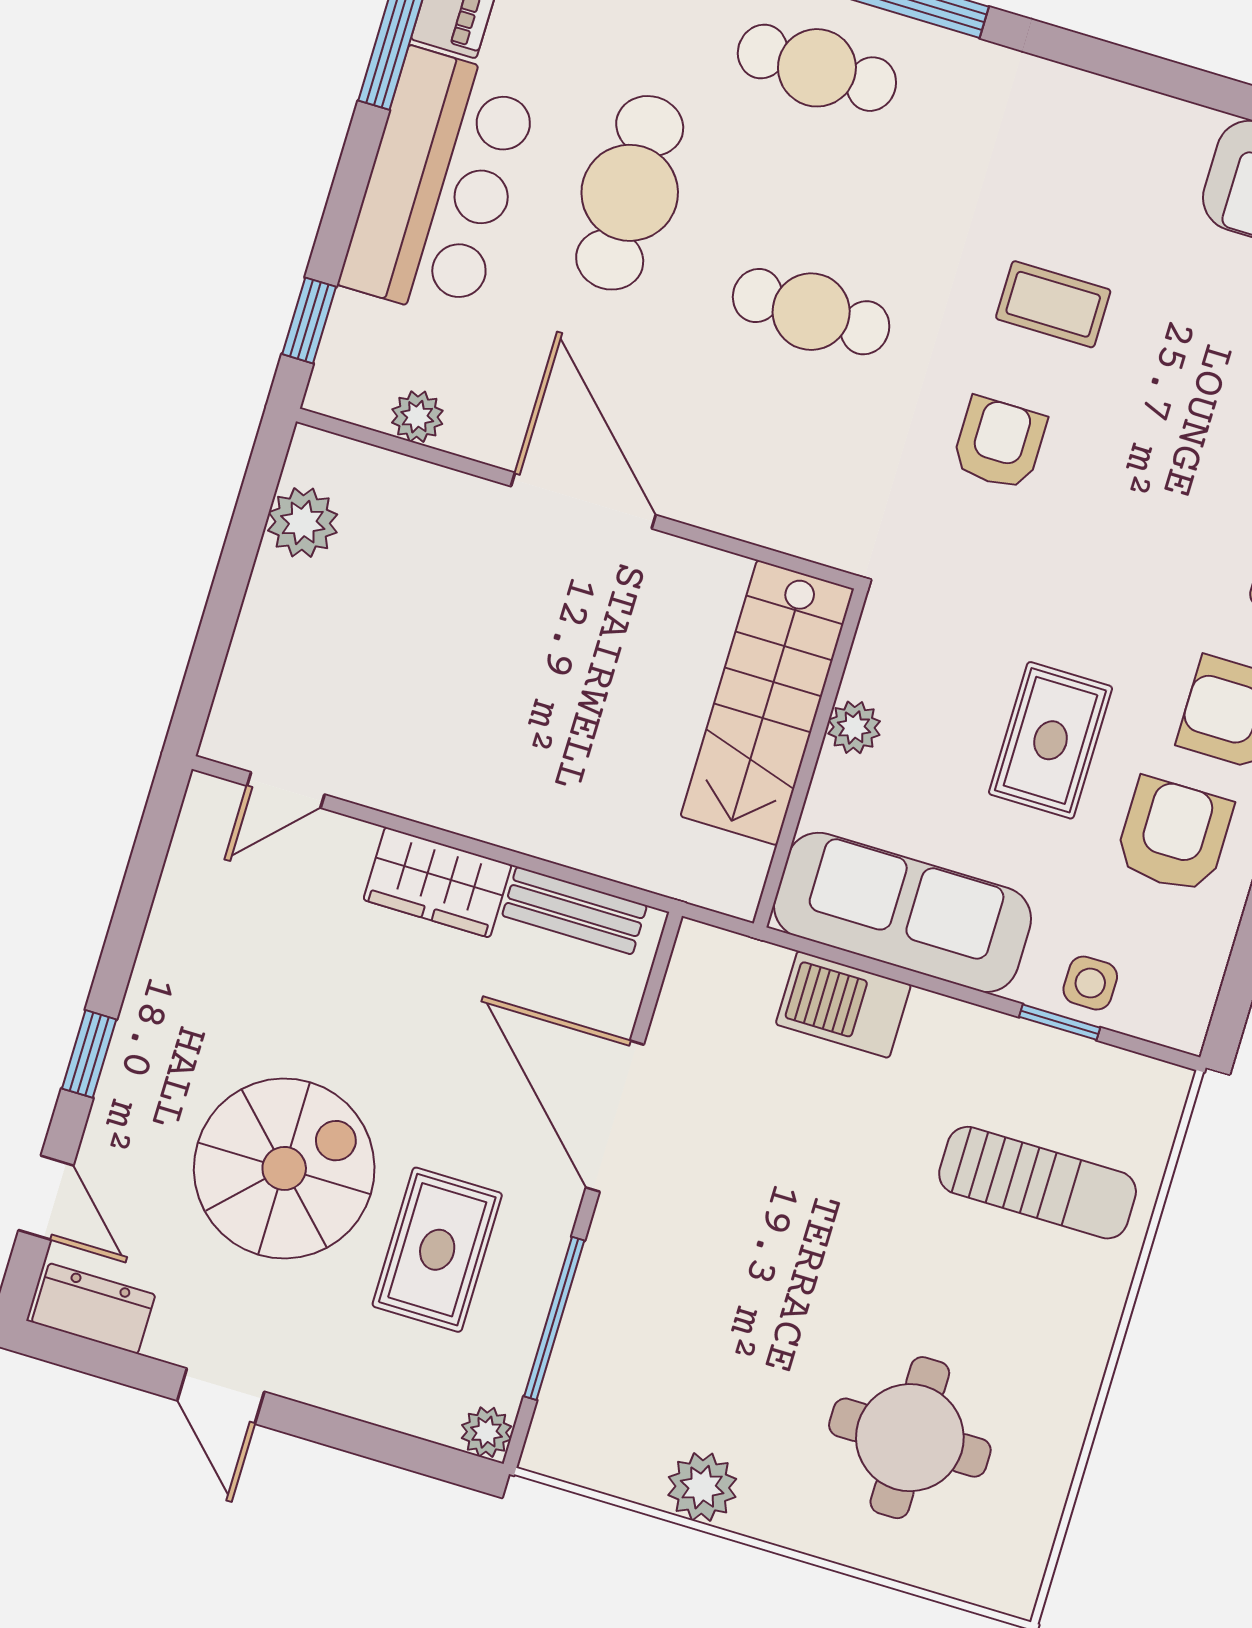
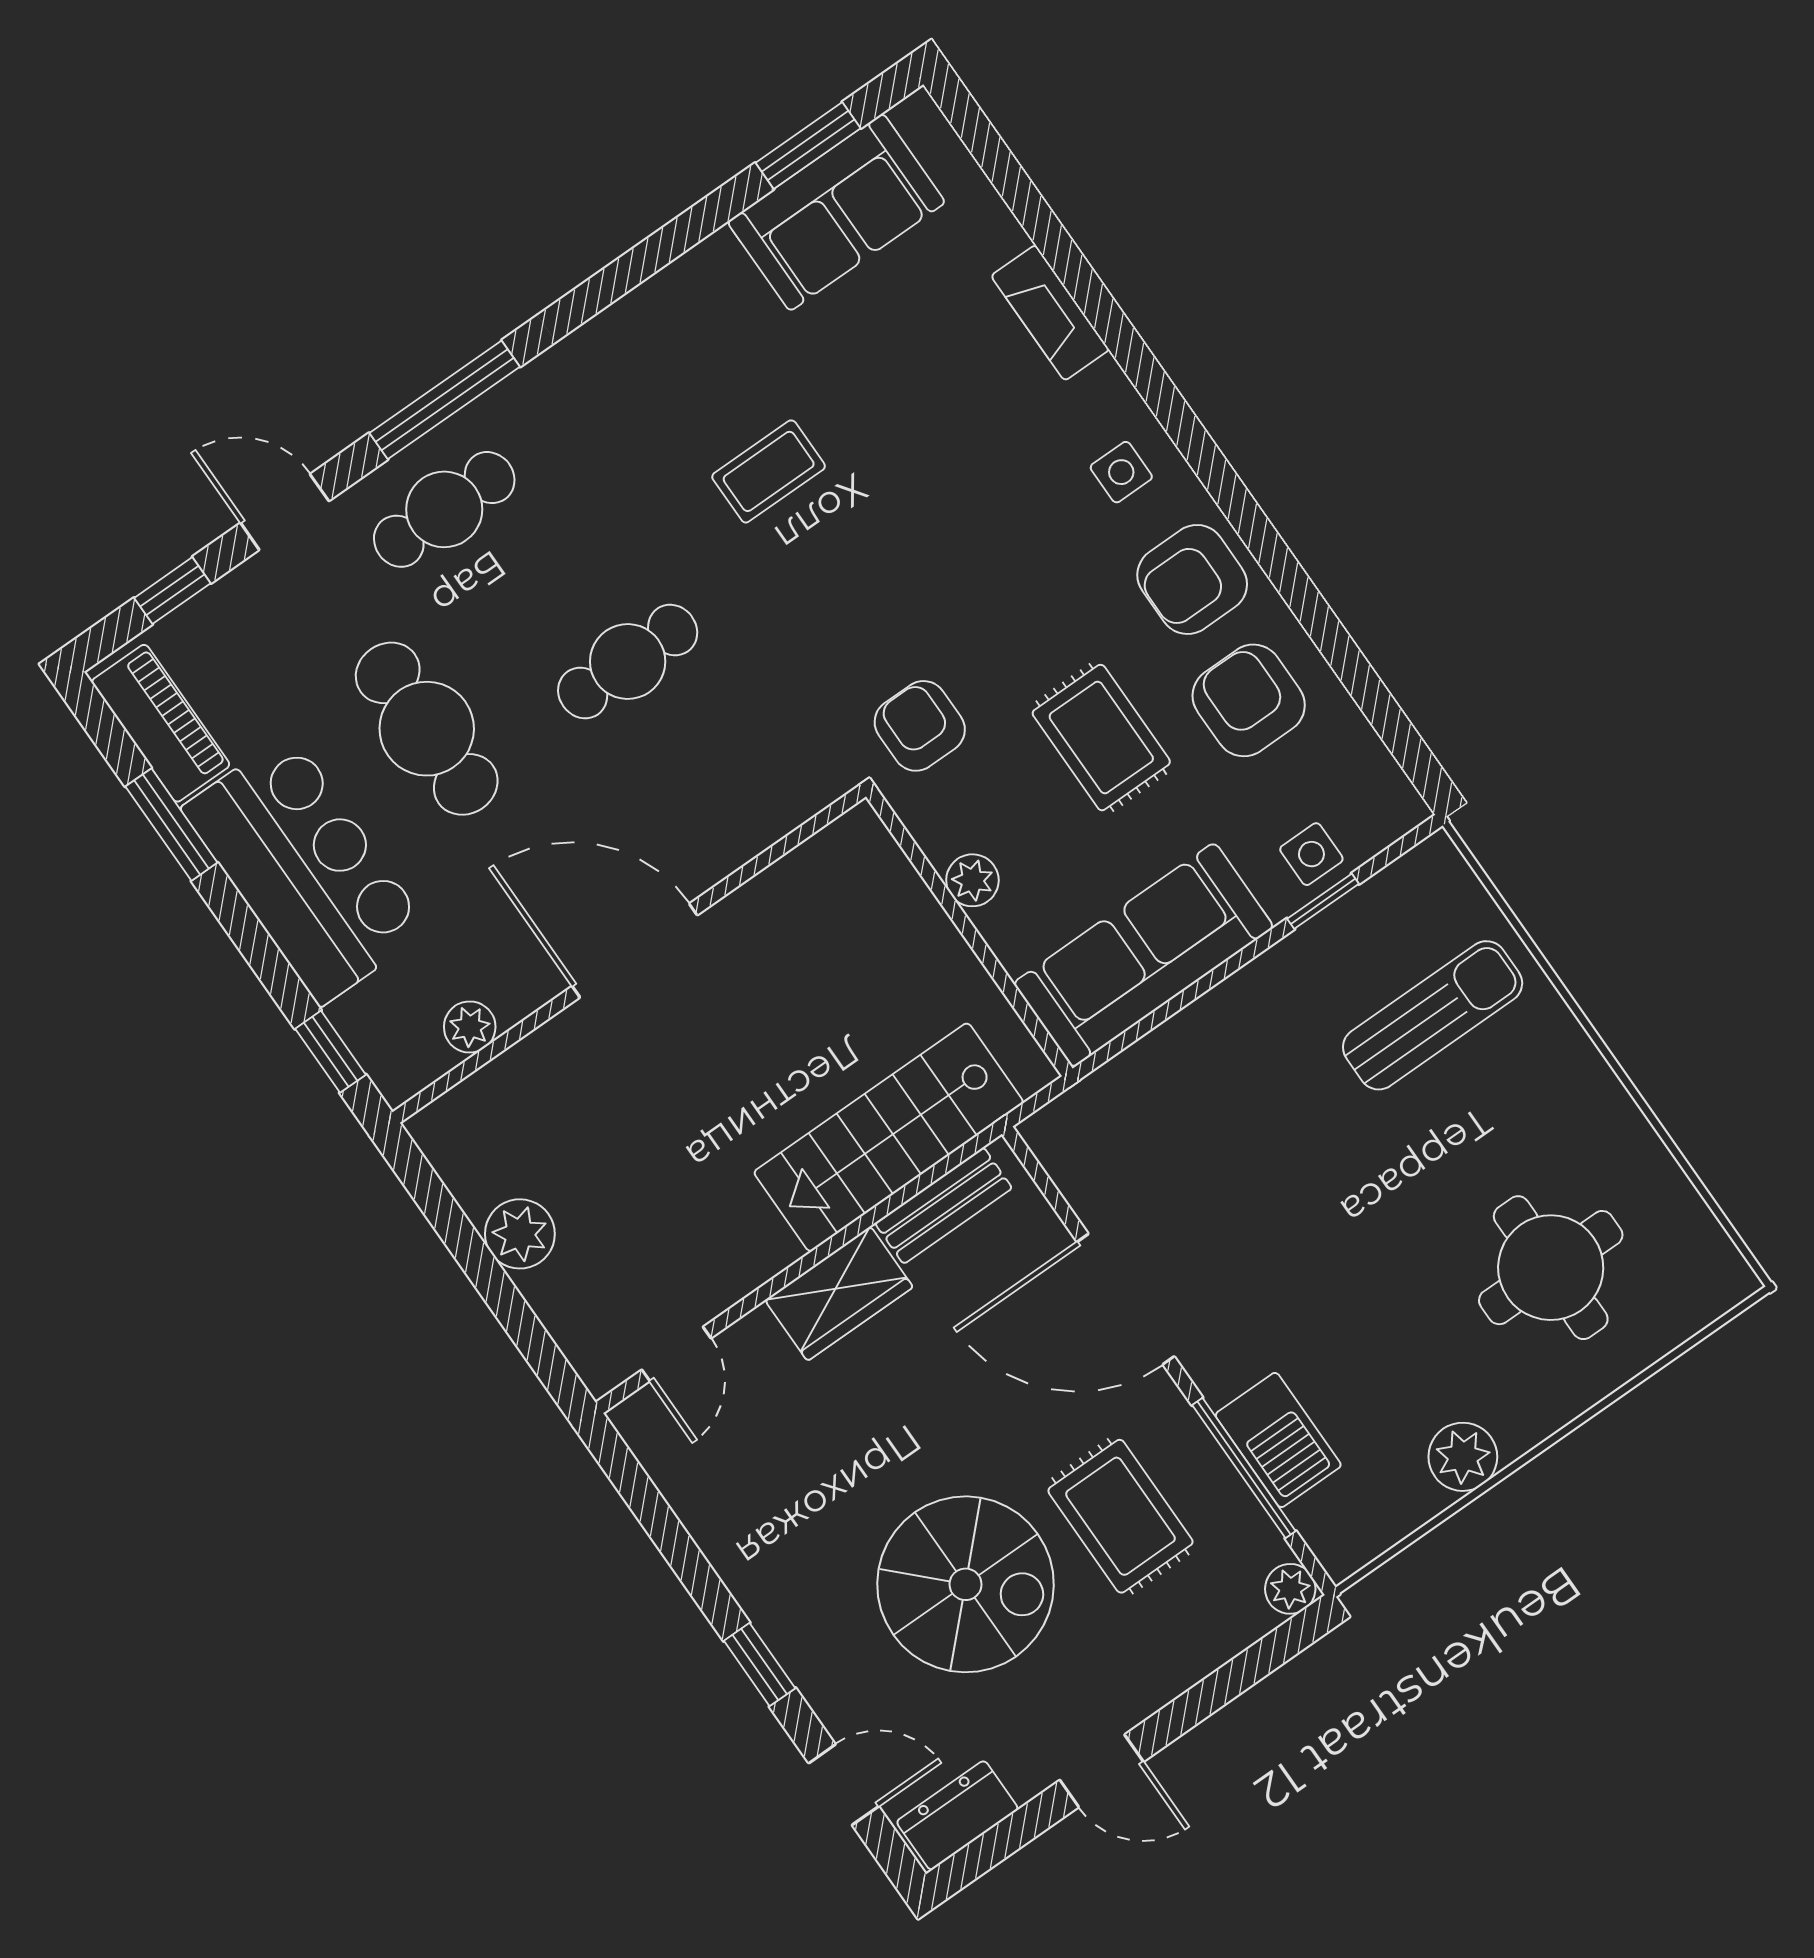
armchair: (999, 443) -> (920, 726), moved
plant: (303, 522) -> (520, 1234), moved
stairs: (767, 703) -> (889, 1137), moved, turned 90
barbecue: (843, 1004) -> (1278, 1440), moved, turned -90
spiral stairs: (284, 1168) -> (966, 1584), turned 90

